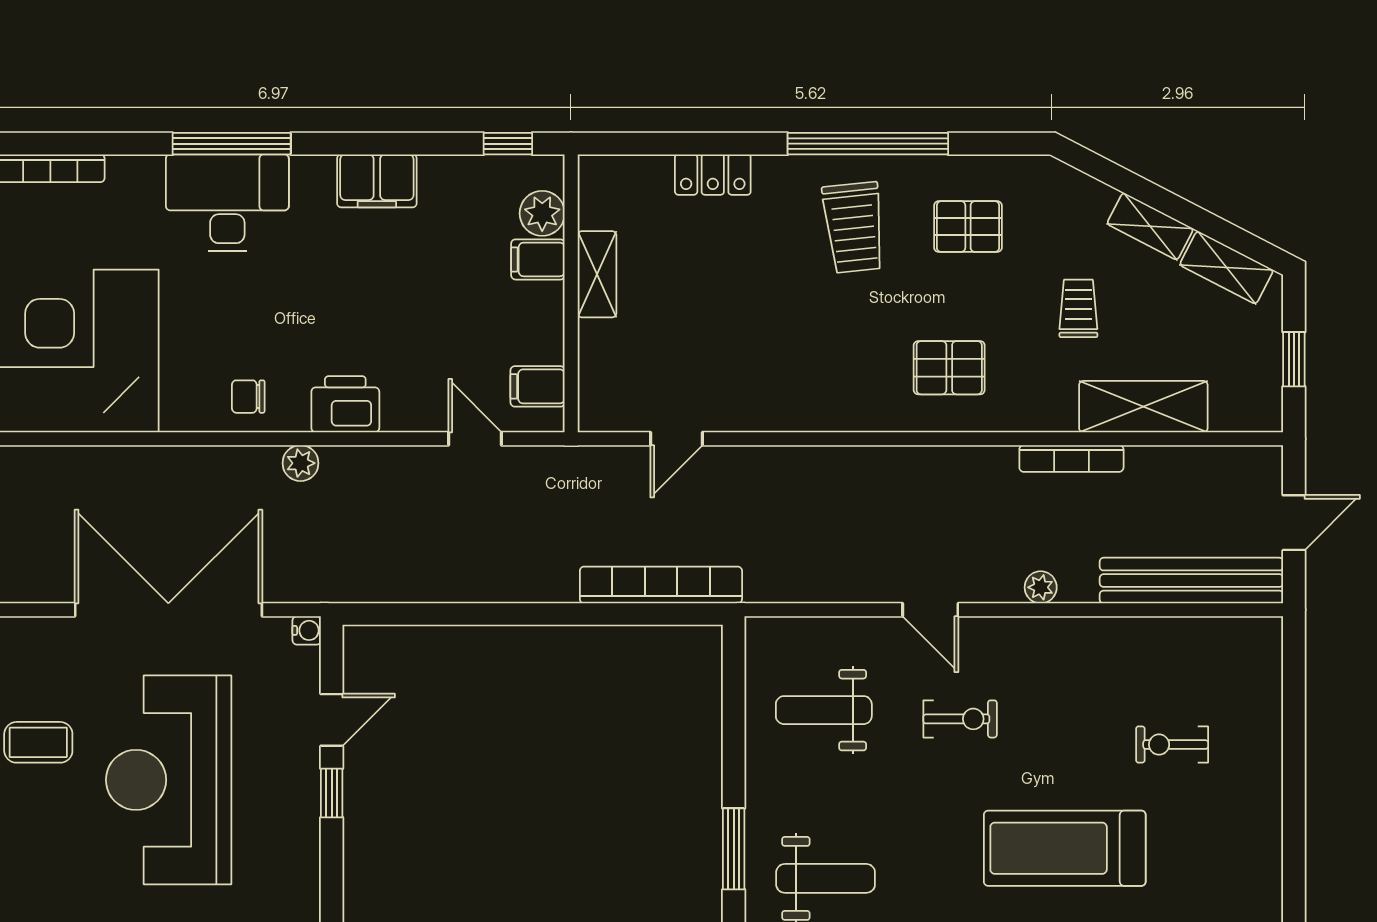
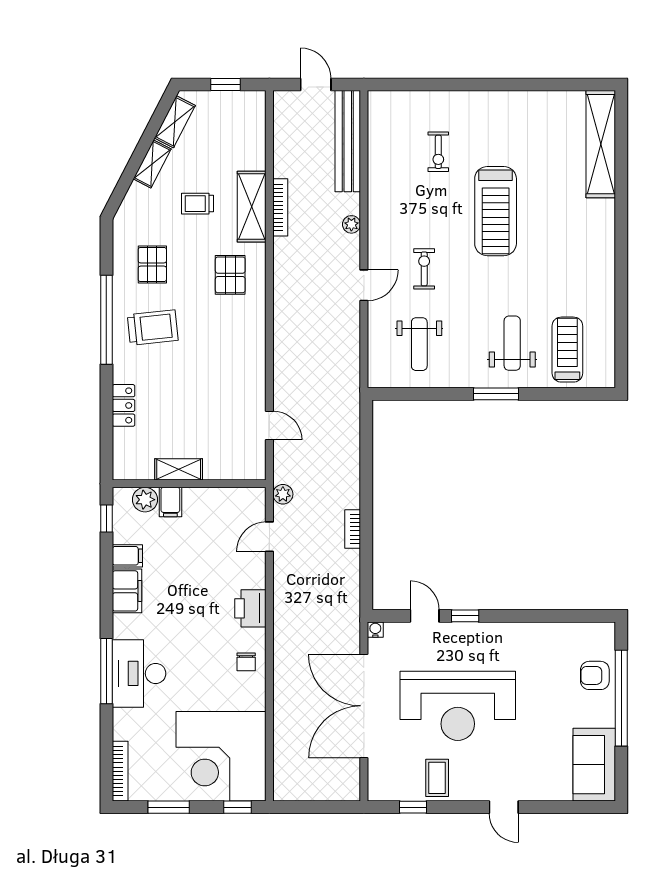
filing cabinet: (538, 386) -> (127, 556), moved, turned -90
shelving: (1143, 407) -> (252, 207), moved
plant: (301, 463) -> (283, 494), moved
bookcase: (661, 585) -> (353, 529), moved, width x0.43, depth x0.76

